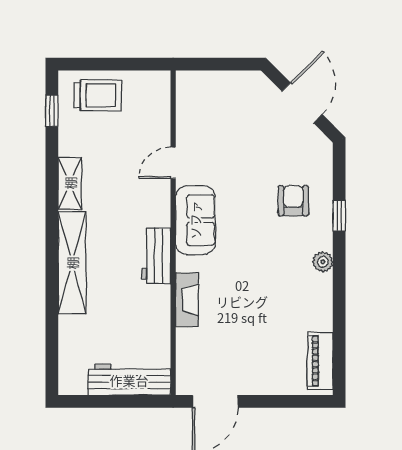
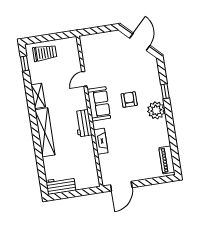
armchair: (293, 201) -> (129, 100), moved
plant: (323, 262) -> (156, 110), width x1.88, depth x1.88
workbench: (129, 380) -> (61, 185), moved, width x0.73

